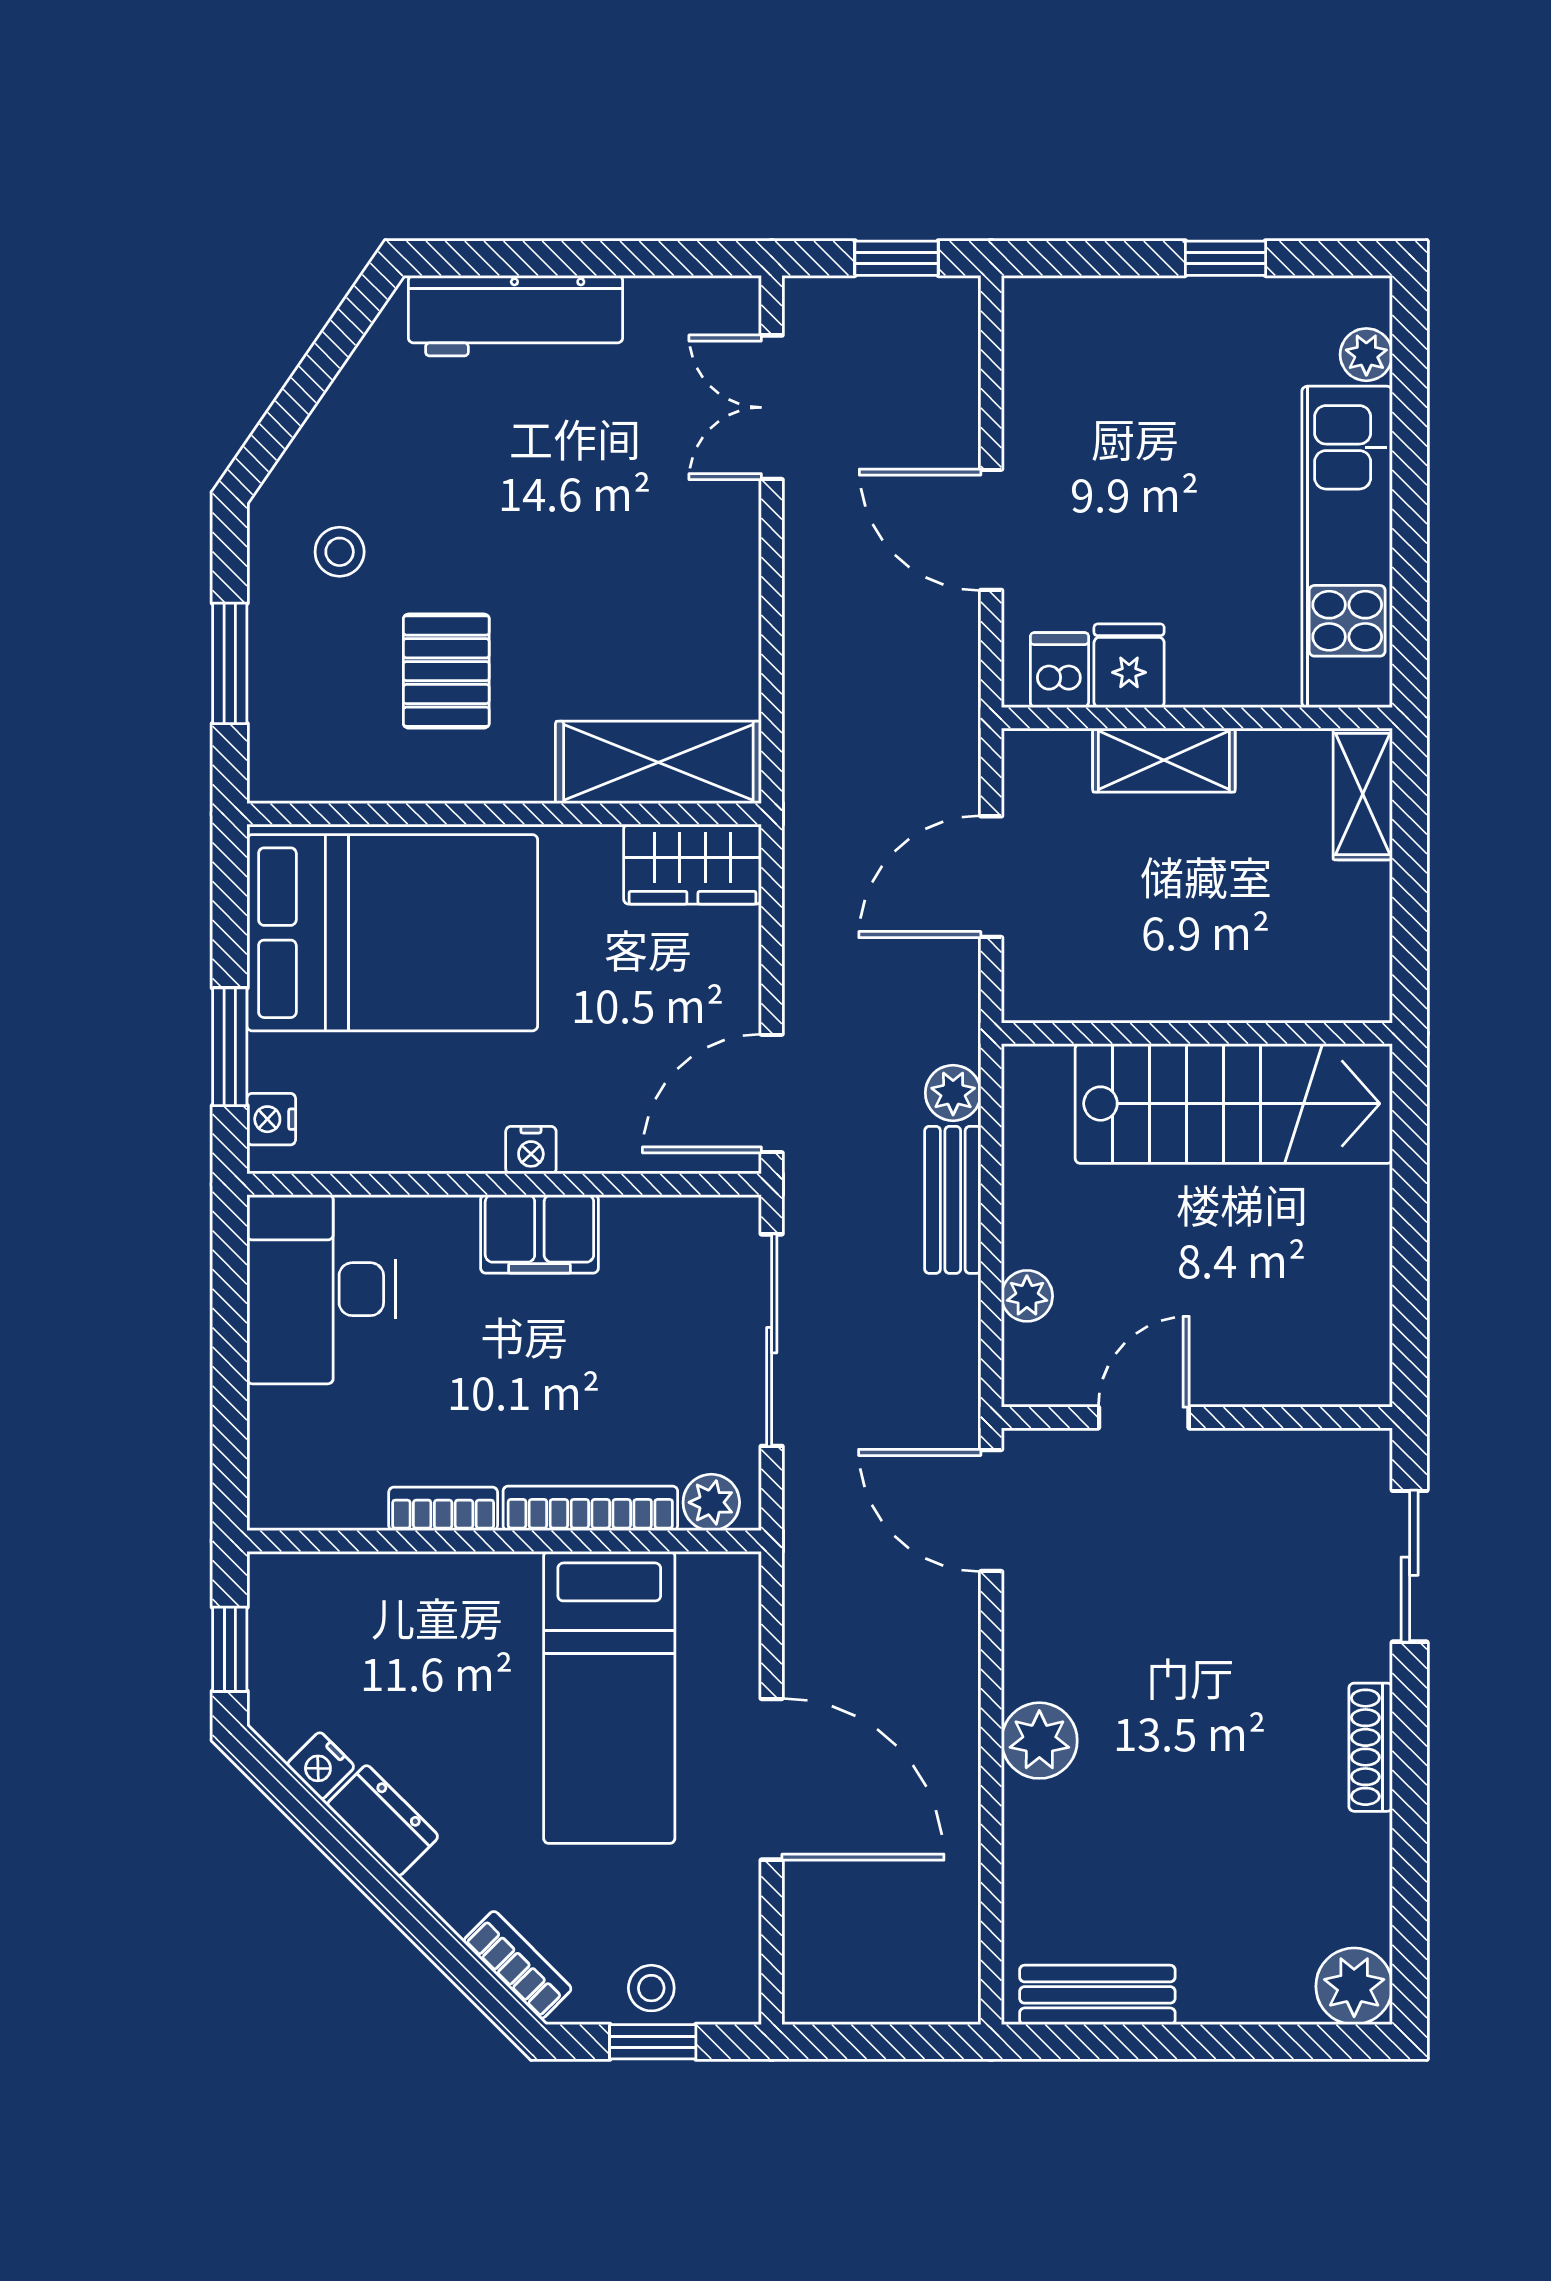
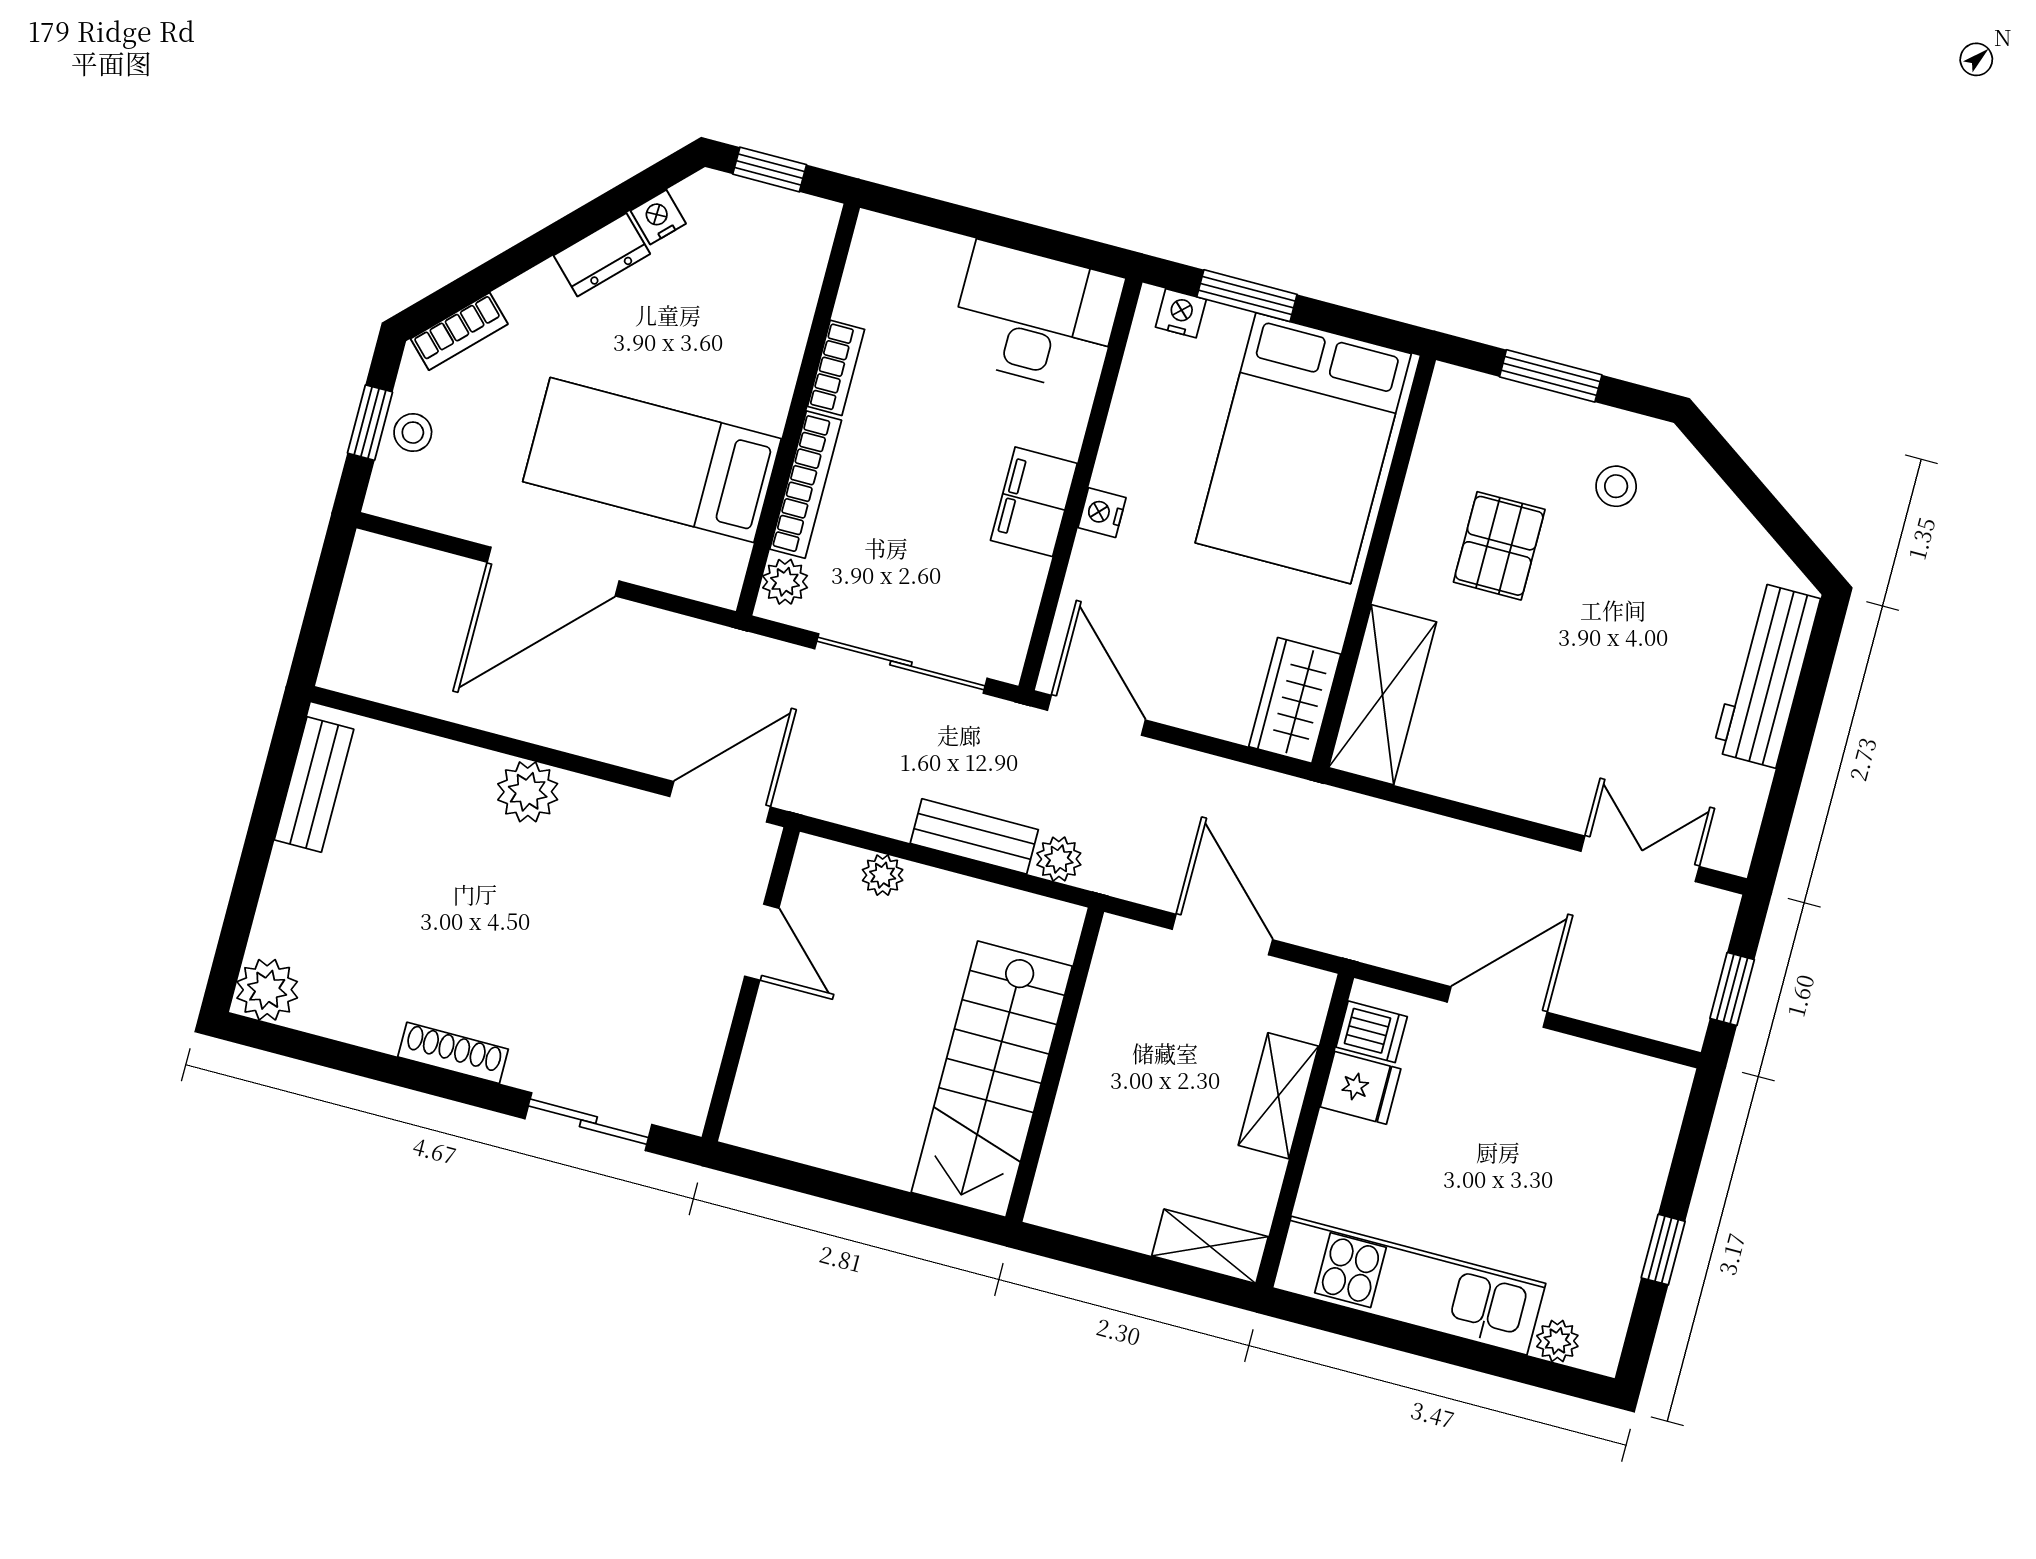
pallet: (446, 671) -> (1499, 546), turned 90

